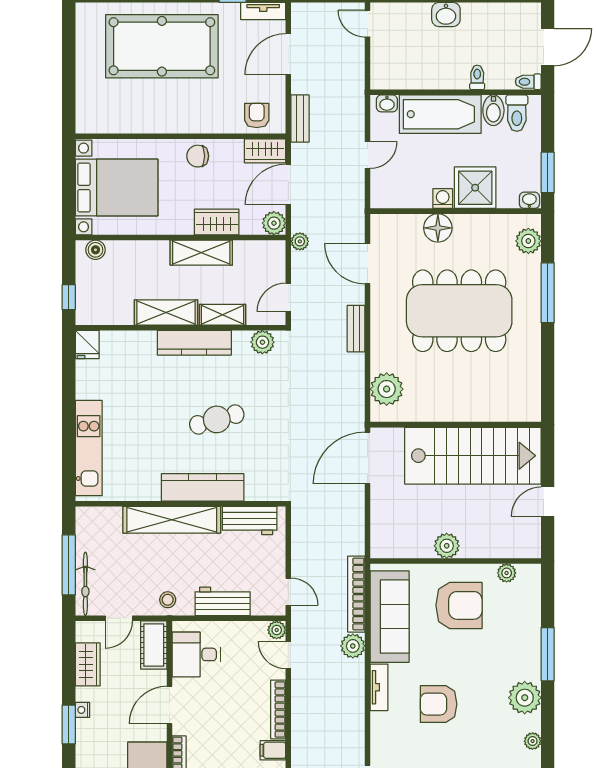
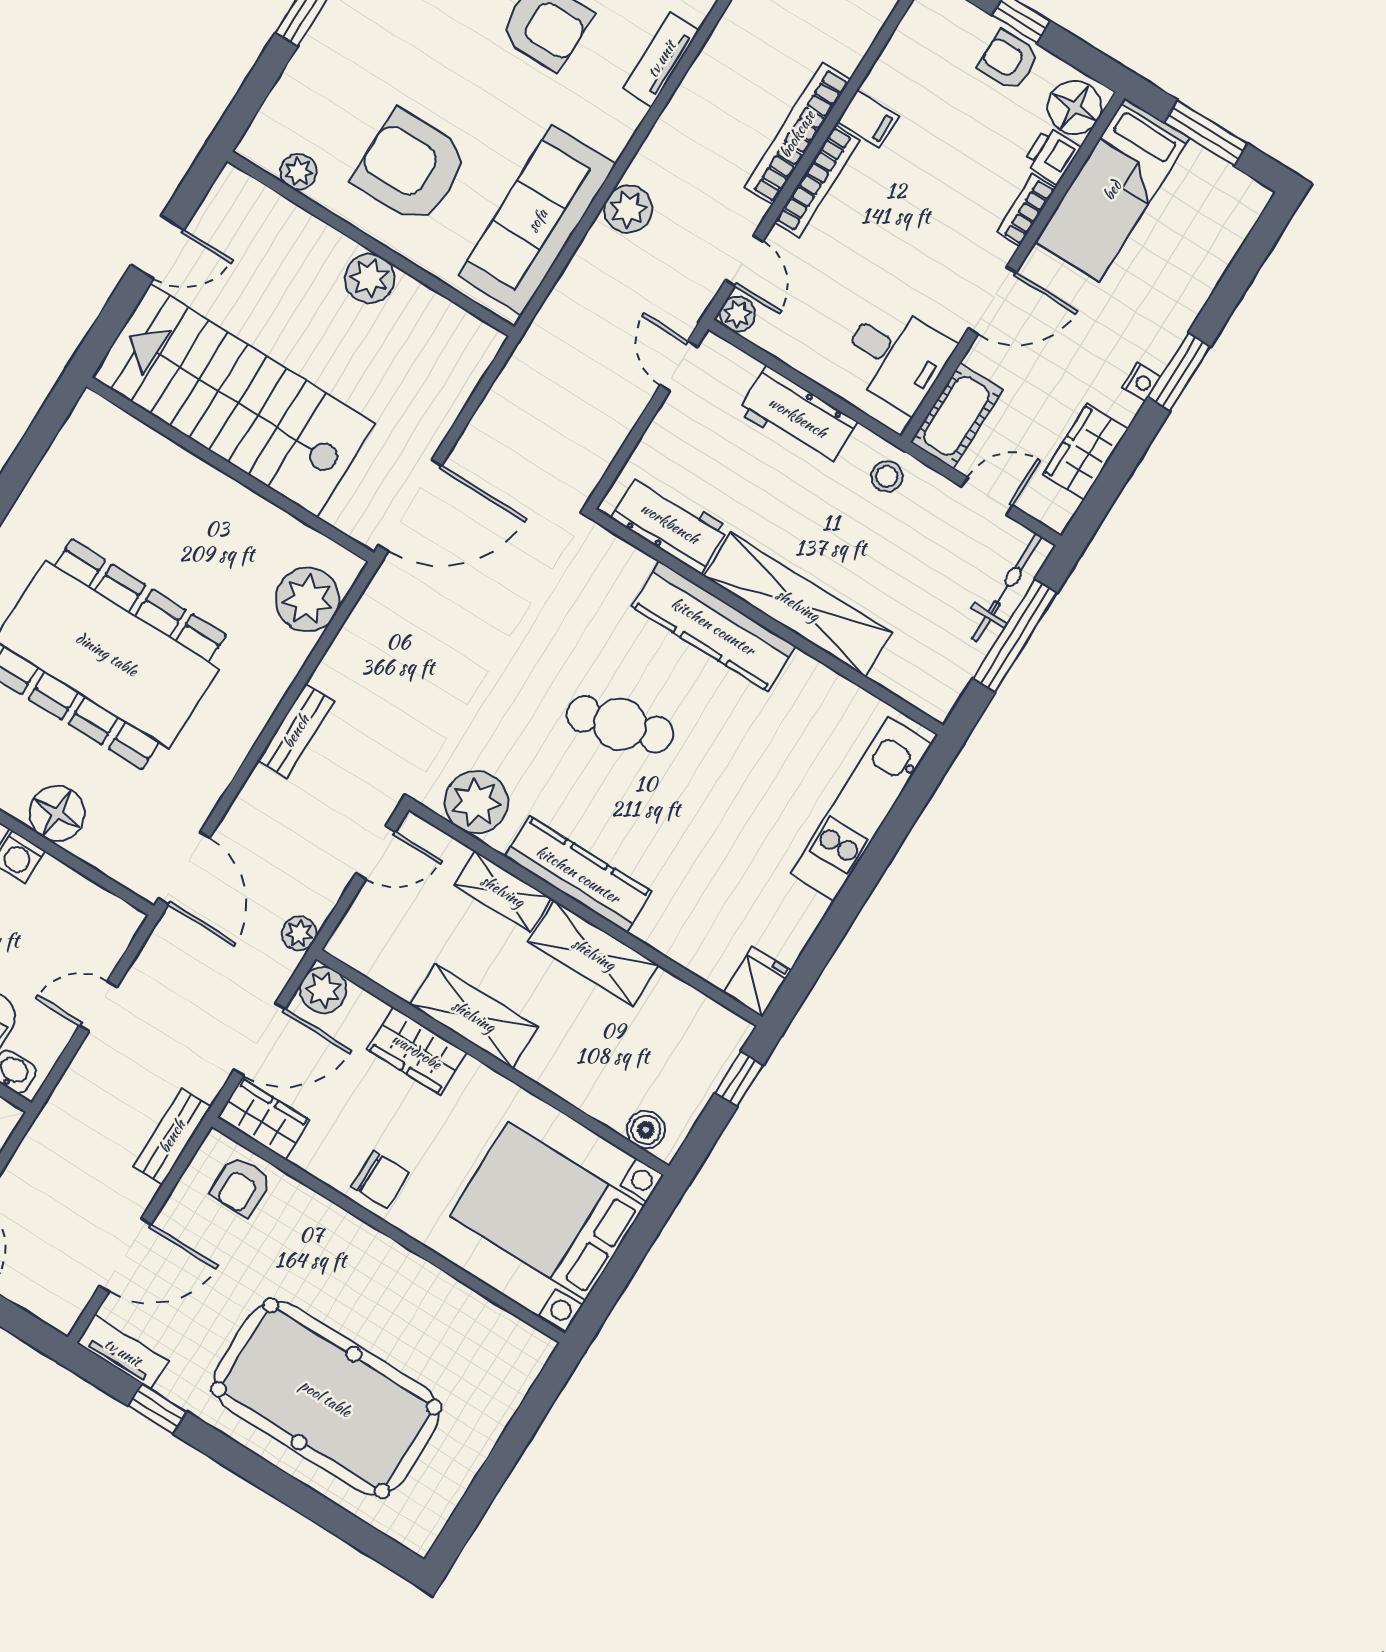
door: (368, 264) -> (184, 868), moved
plant: (262, 342) -> (476, 802), width x1.36, depth x1.36
bookcase: (356, 594) -> (797, 134), moved, turned 180
tv unit: (379, 687) -> (661, 59), moved

